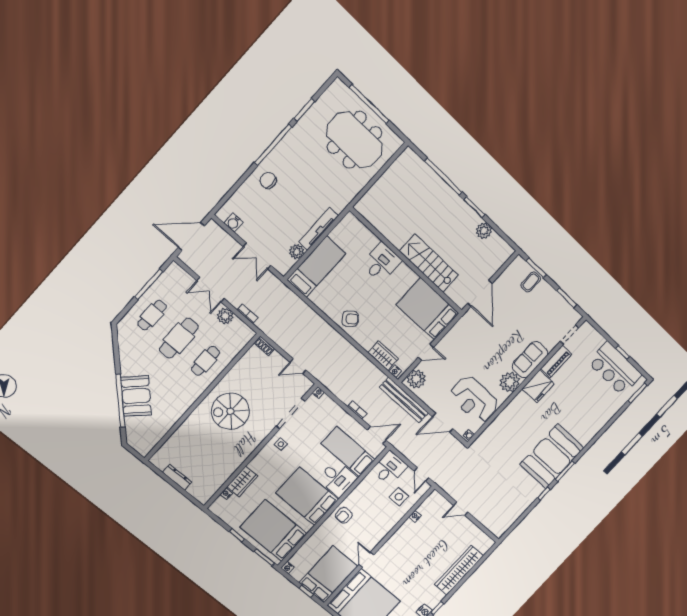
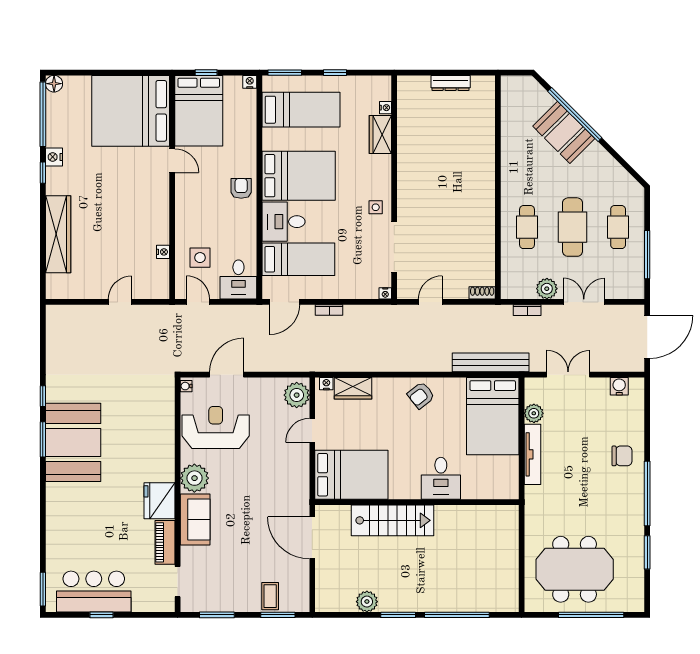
bed: (316, 267) -> (493, 416), width x1.50
bench: (404, 400) -> (491, 362), moved
spiral stairs: (230, 411) -> (457, 197), removed
bed: (274, 530) -> (301, 110), width x0.67

